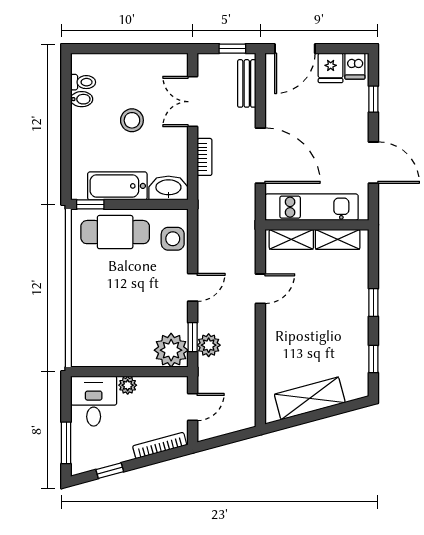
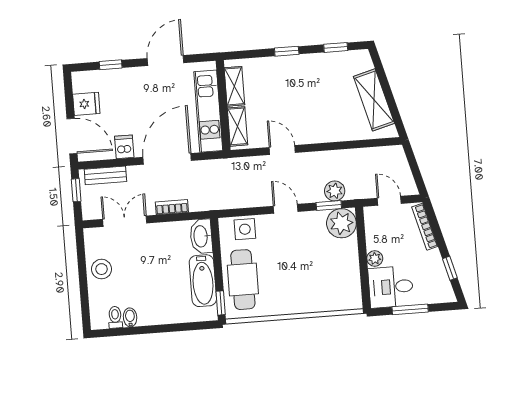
dishwasher: (355, 66) -> (124, 147), moved, turned -90
double door: (193, 102) -> (125, 221), swing flipped
stool: (132, 120) -> (102, 269), moved
window: (66, 443) -> (410, 309), moved

